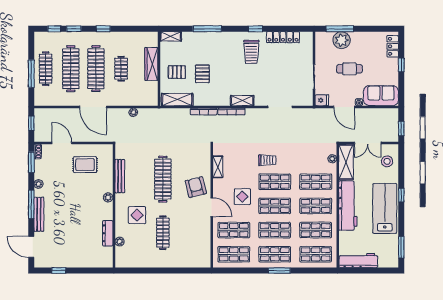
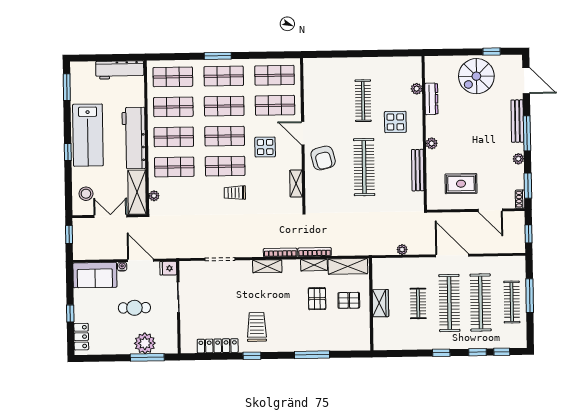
shelving: (171, 36) -> (314, 265), moved
wardrobe: (151, 64) -> (380, 303), width x0.67
spiral stairs: (71, 251) -> (476, 76), added

